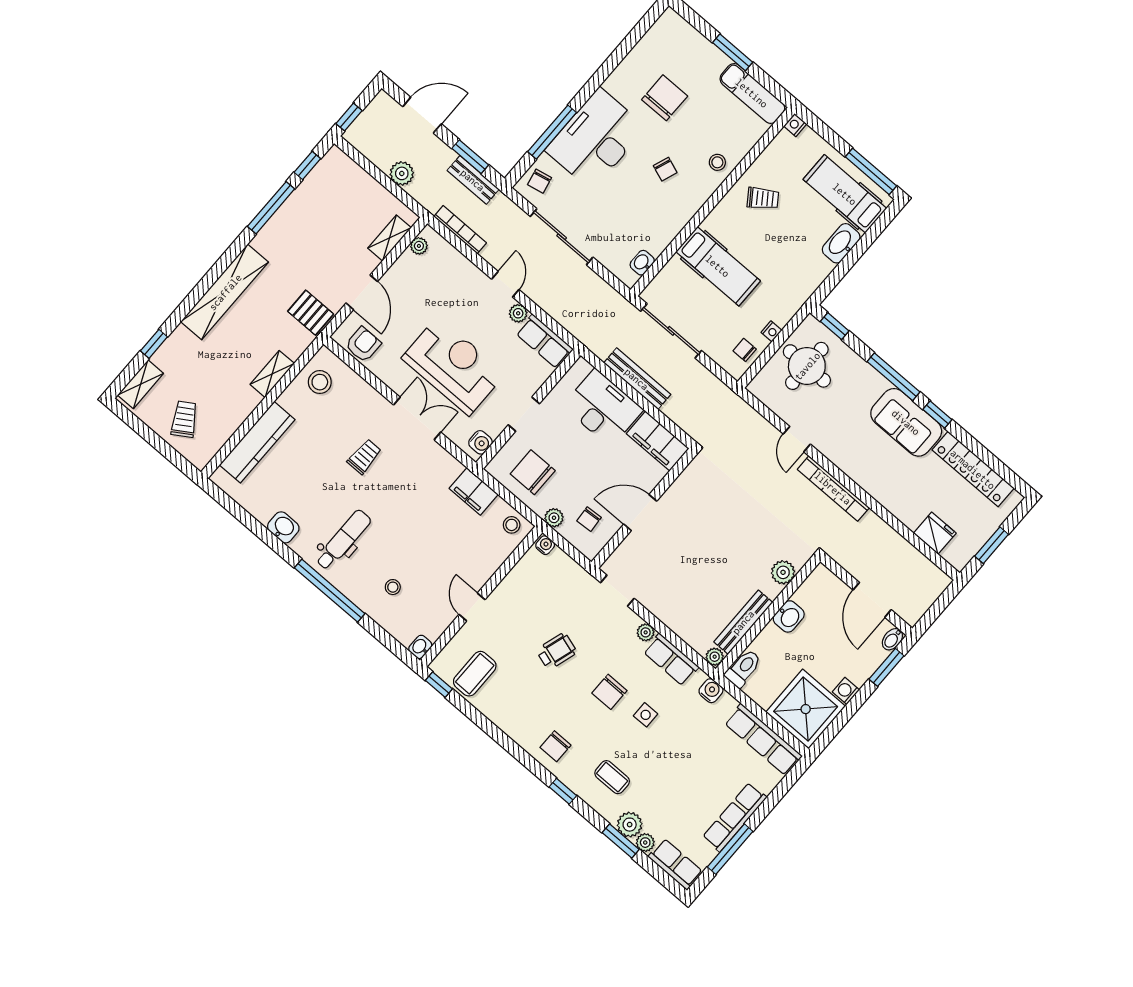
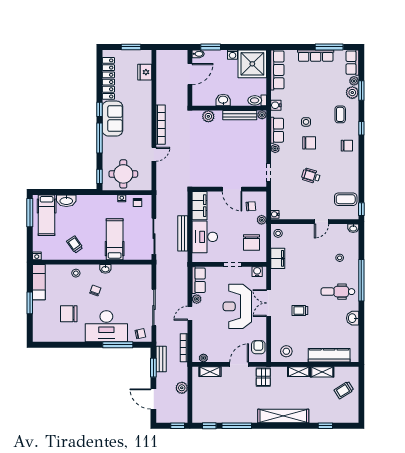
washbasin: (642, 263) -> (105, 269), moved
armchair: (363, 344) -> (258, 347), turned 90
shelving: (141, 384) -> (322, 372), moved

